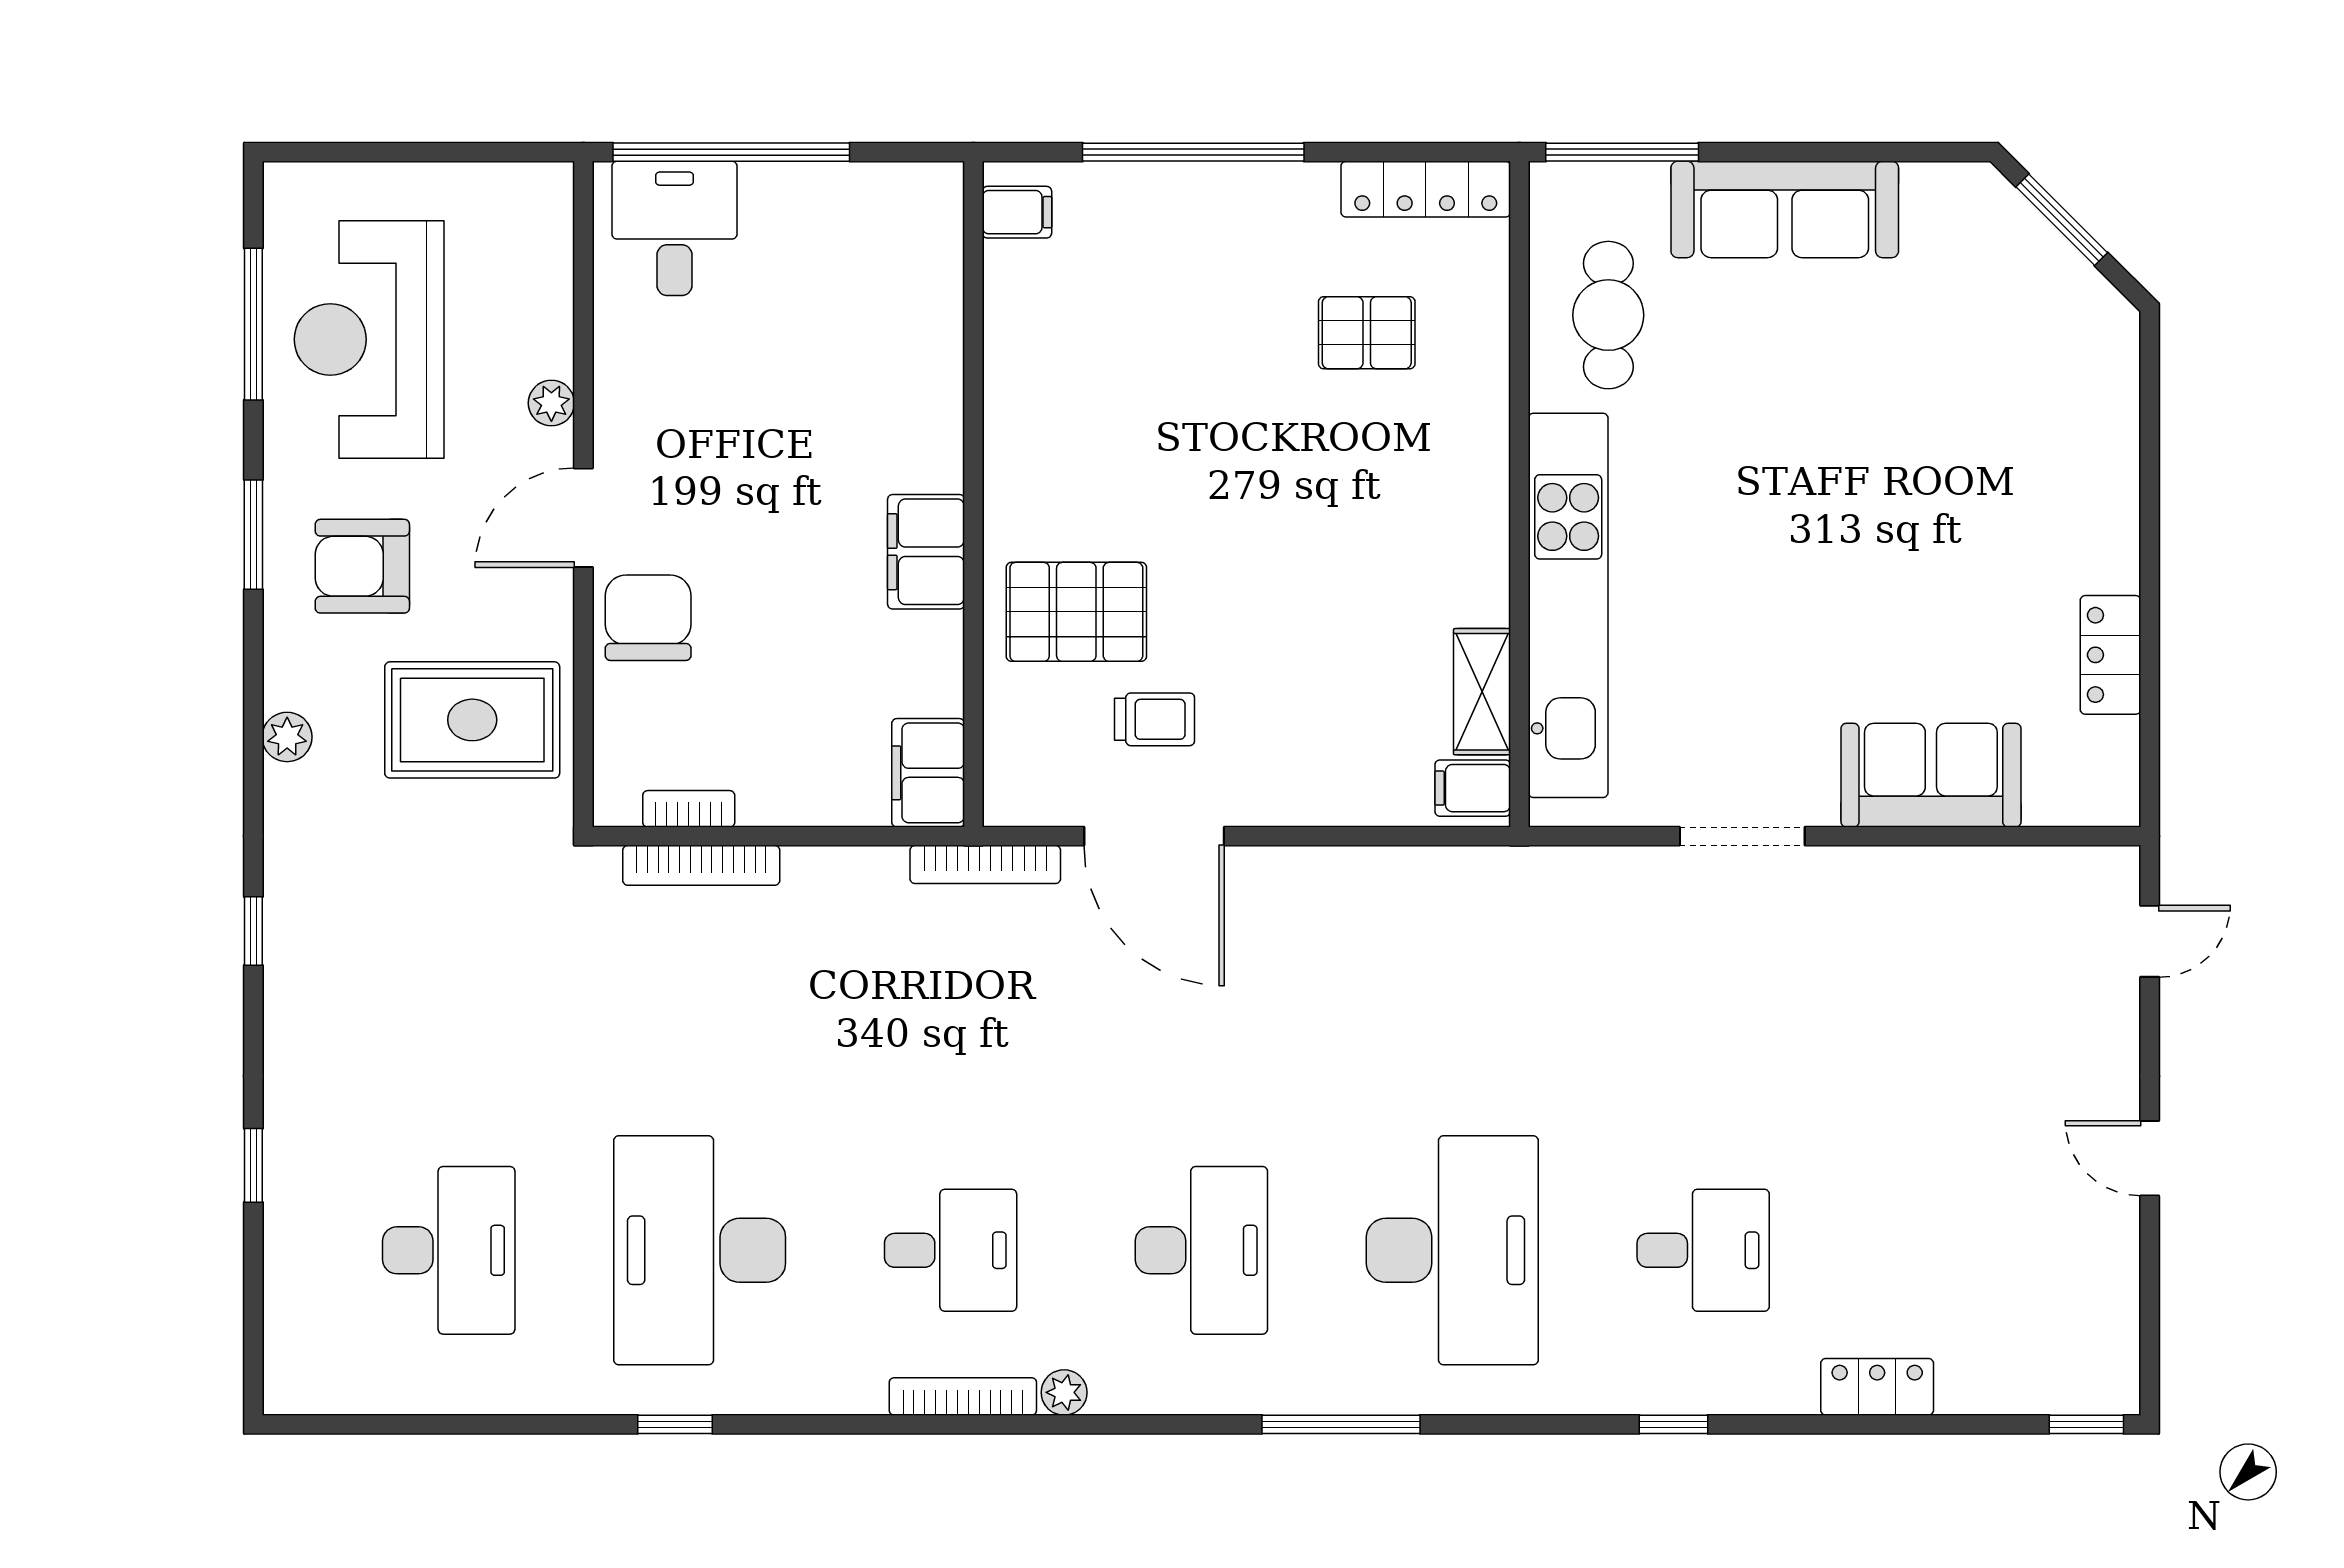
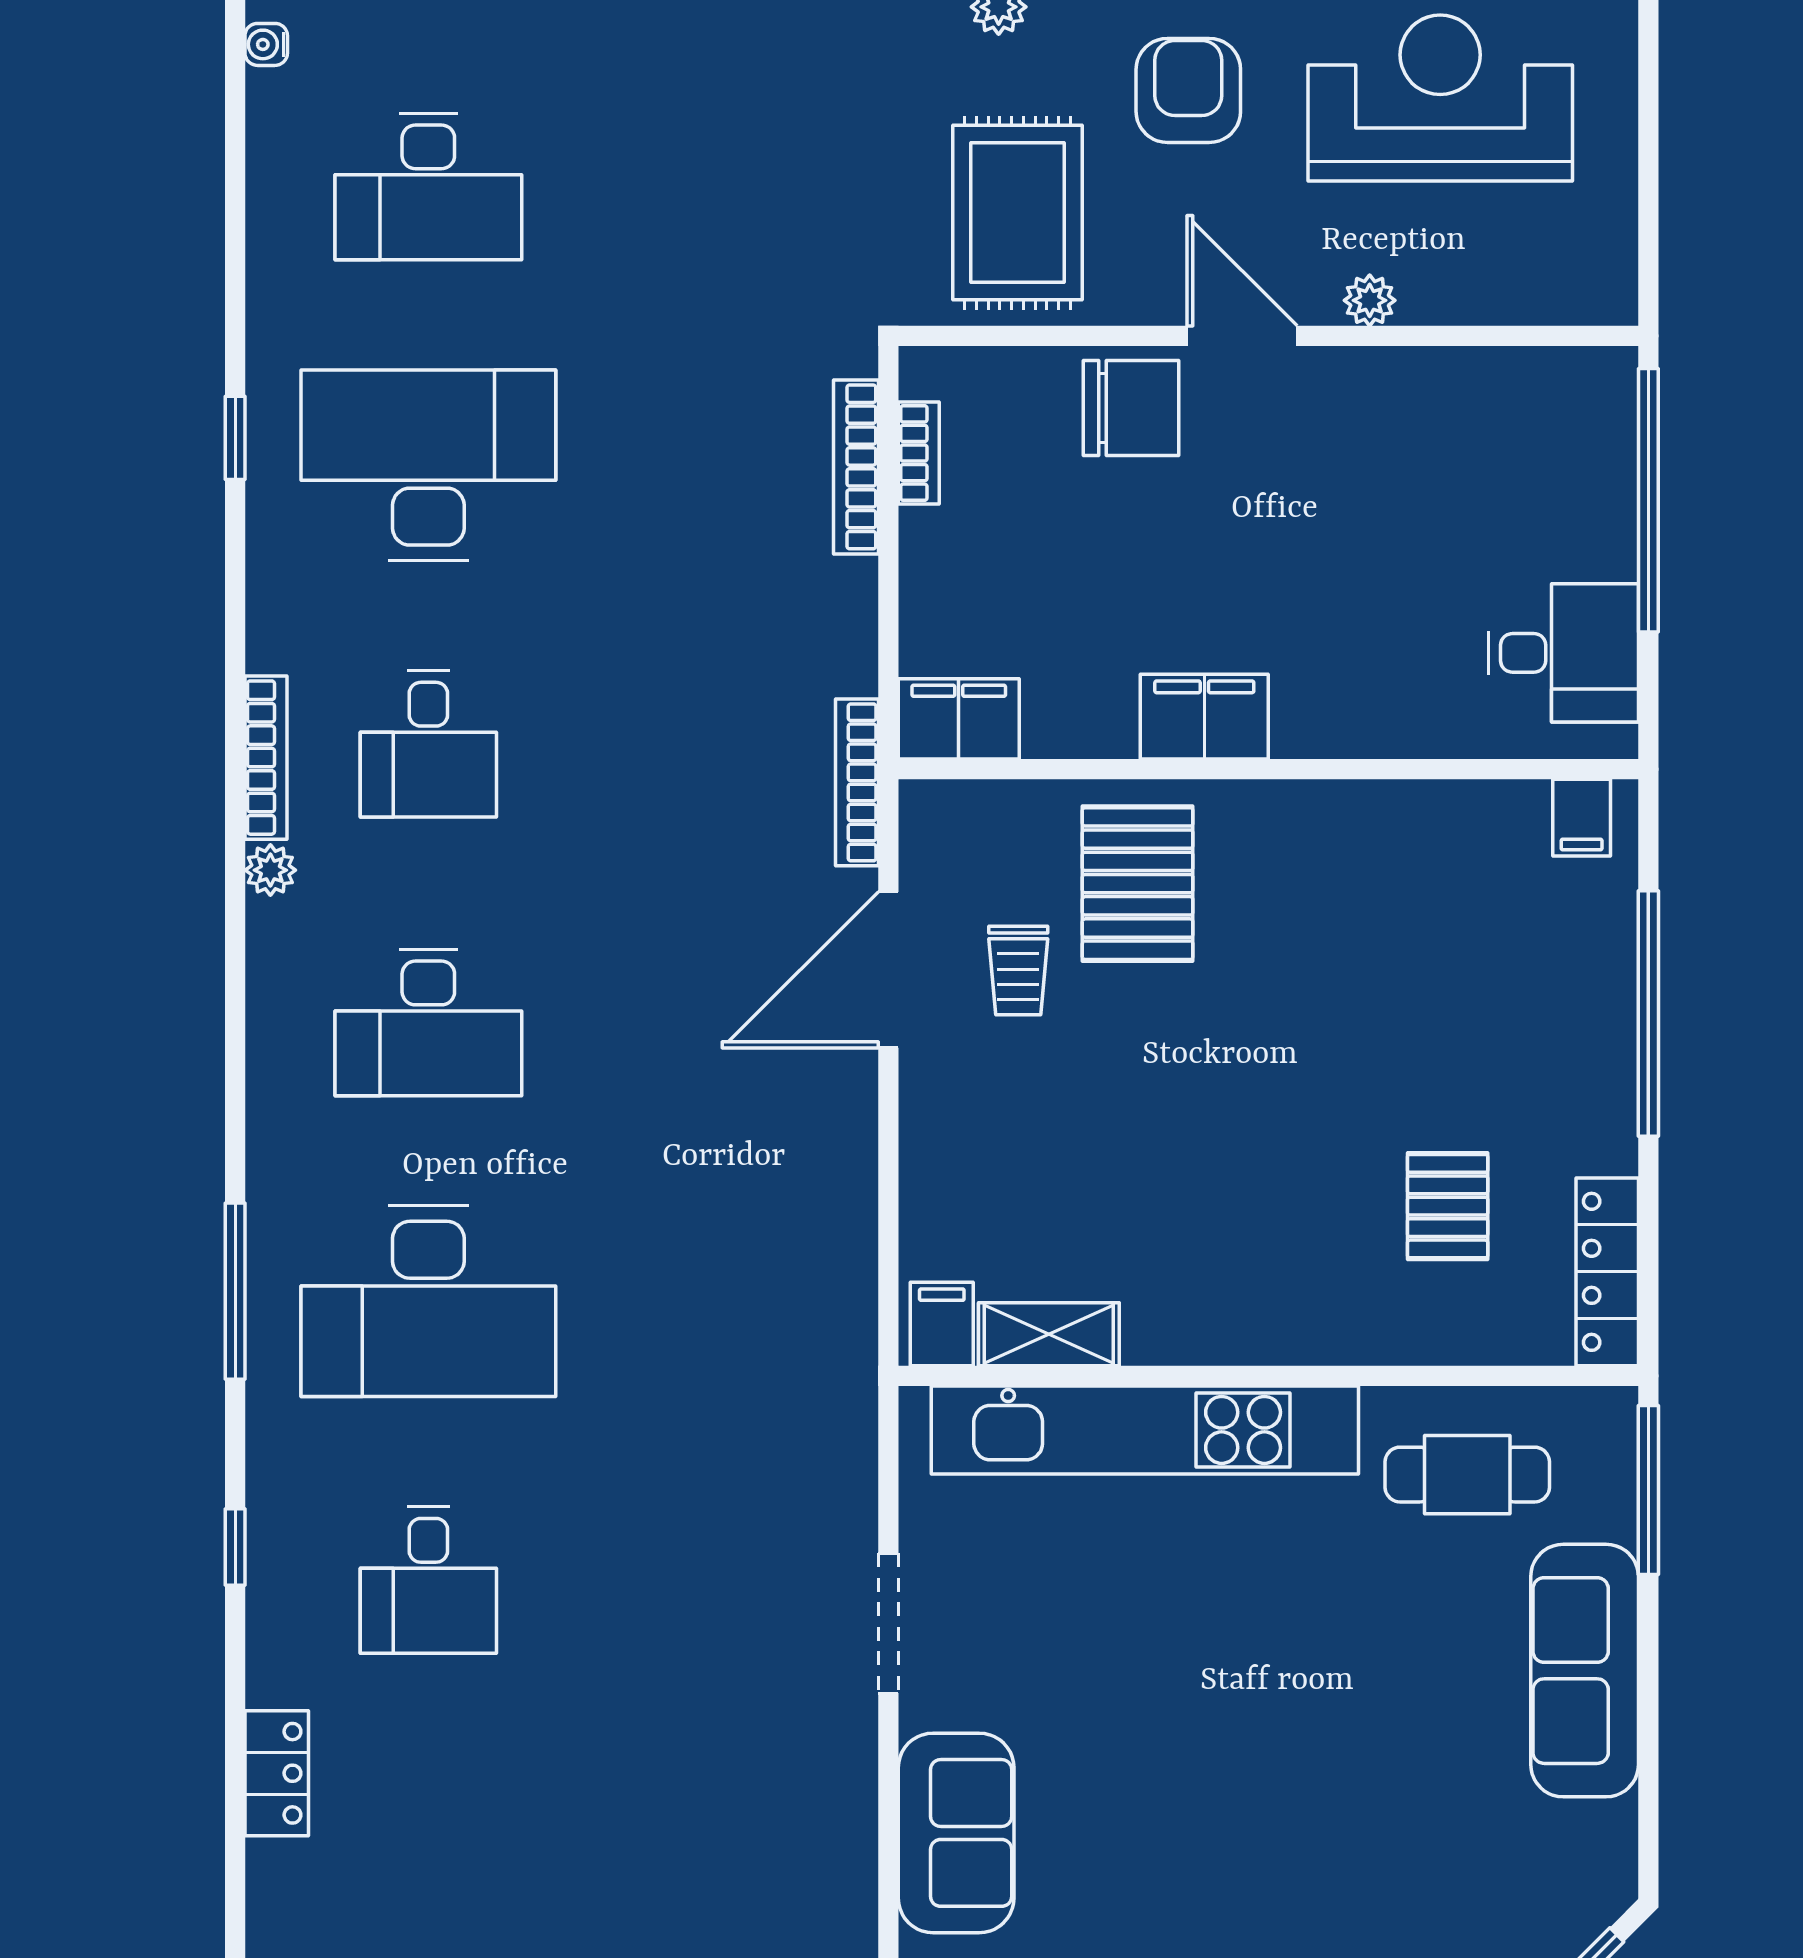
desk: (674, 228) -> (1564, 653), moved
water cooler: (321, 1396) -> (266, 44), added
window: (1341, 1424) -> (235, 1291), moved

